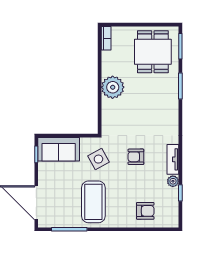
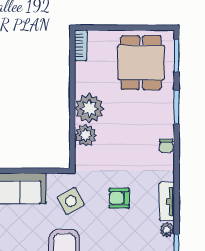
plant: (110, 108) -> (85, 135), added
chair: (172, 116) -> (166, 146), added

